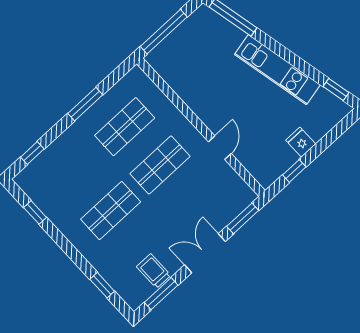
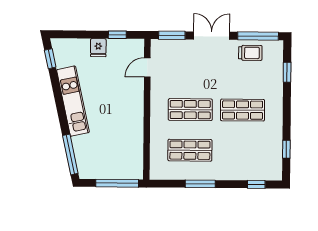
door: (220, 148) -> (147, 67), moved
double door: (205, 253) -> (212, 36), swing flipped
trolley: (154, 271) -> (250, 53), turned -90
window: (161, 294) -> (258, 36), width x1.44

